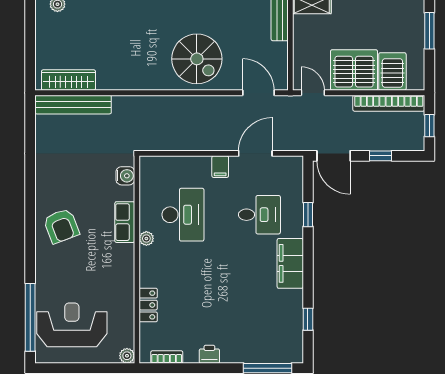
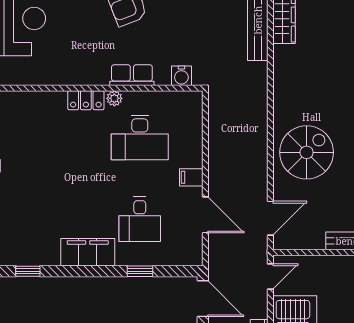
spiral stairs: (197, 59) -> (307, 152), turned 180
door: (334, 156) -> (203, 299), swing flipped
locker: (148, 305) -> (86, 100), moved

